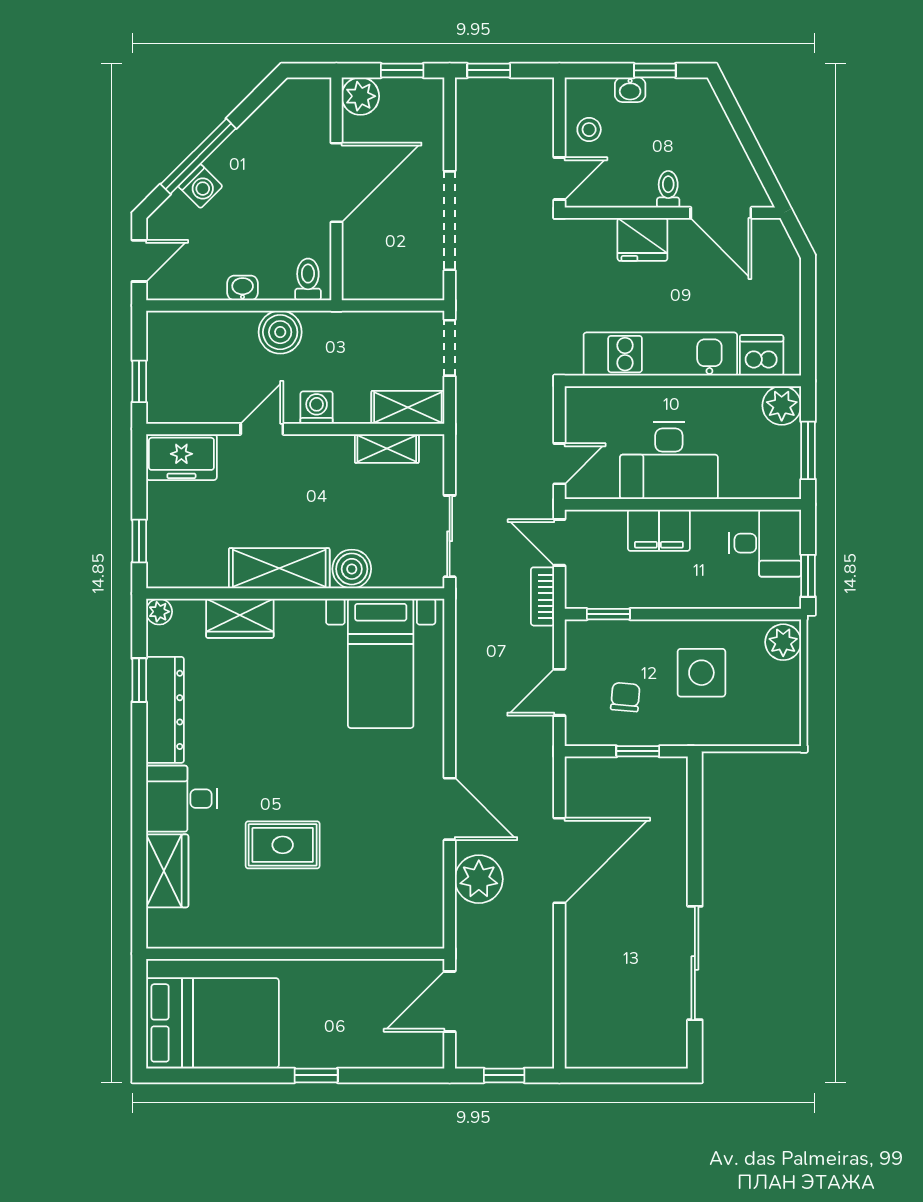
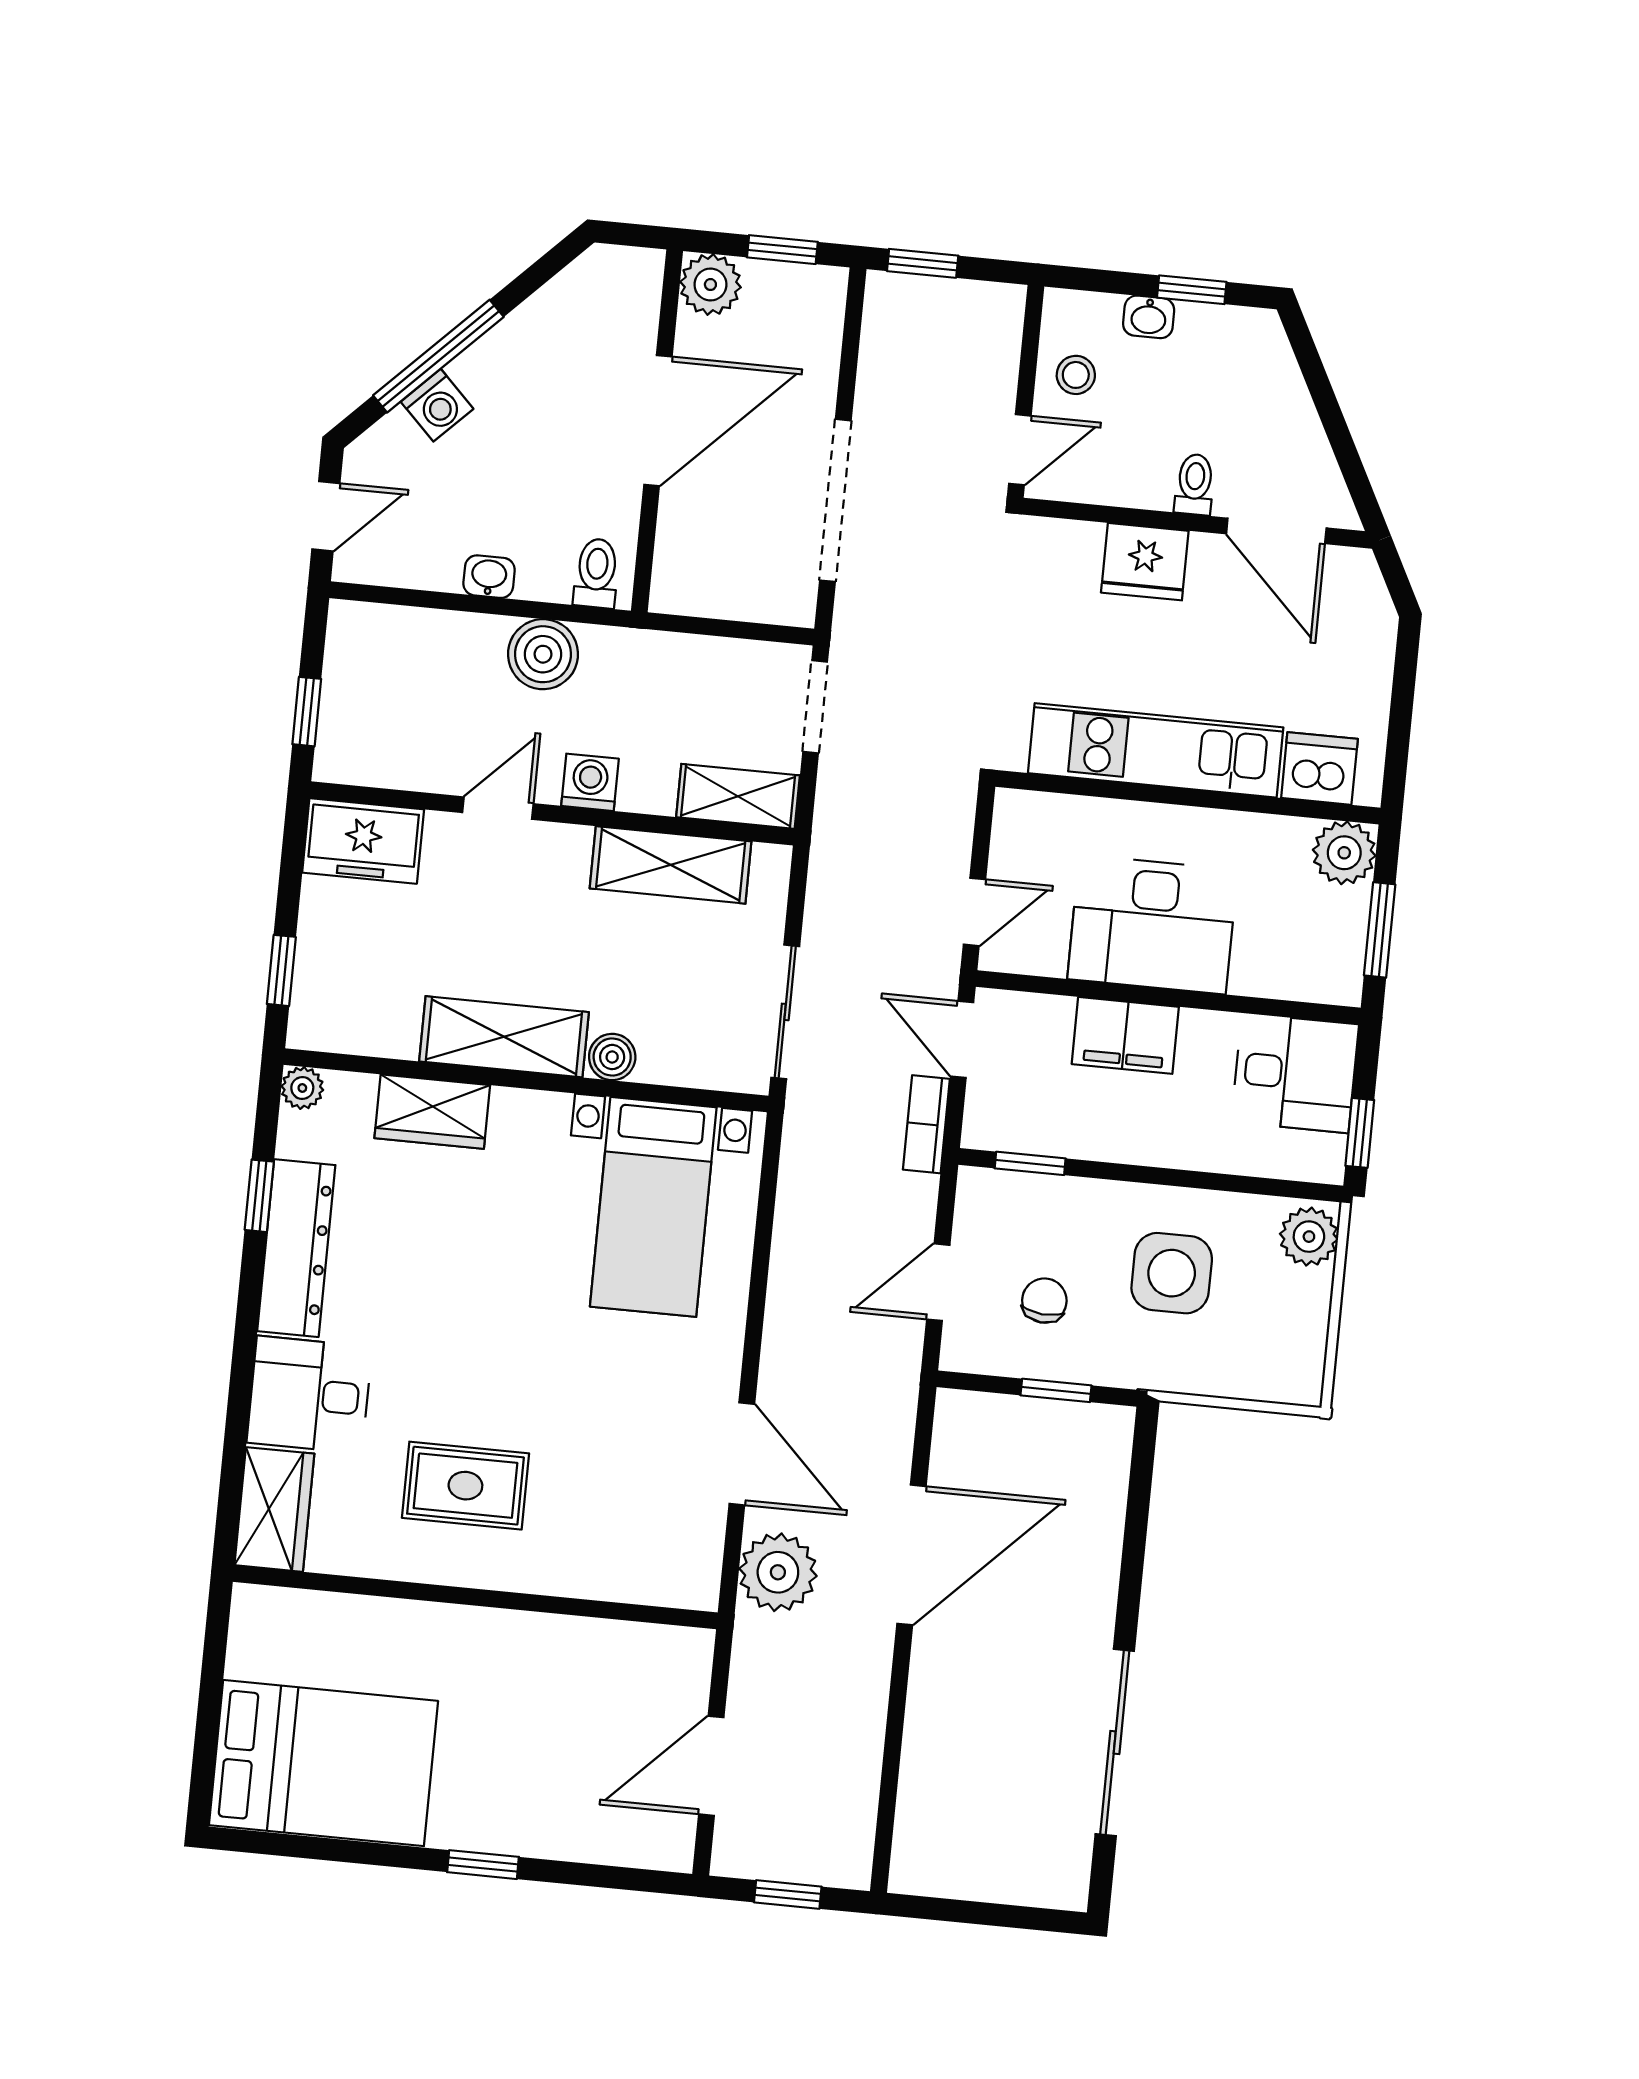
shelving: (387, 448) -> (671, 865), width x1.50, depth x1.33
boiler: (352, 569) -> (612, 1057), width x0.73, depth x0.73
wall: (295, 954) -> (475, 1597), moved

